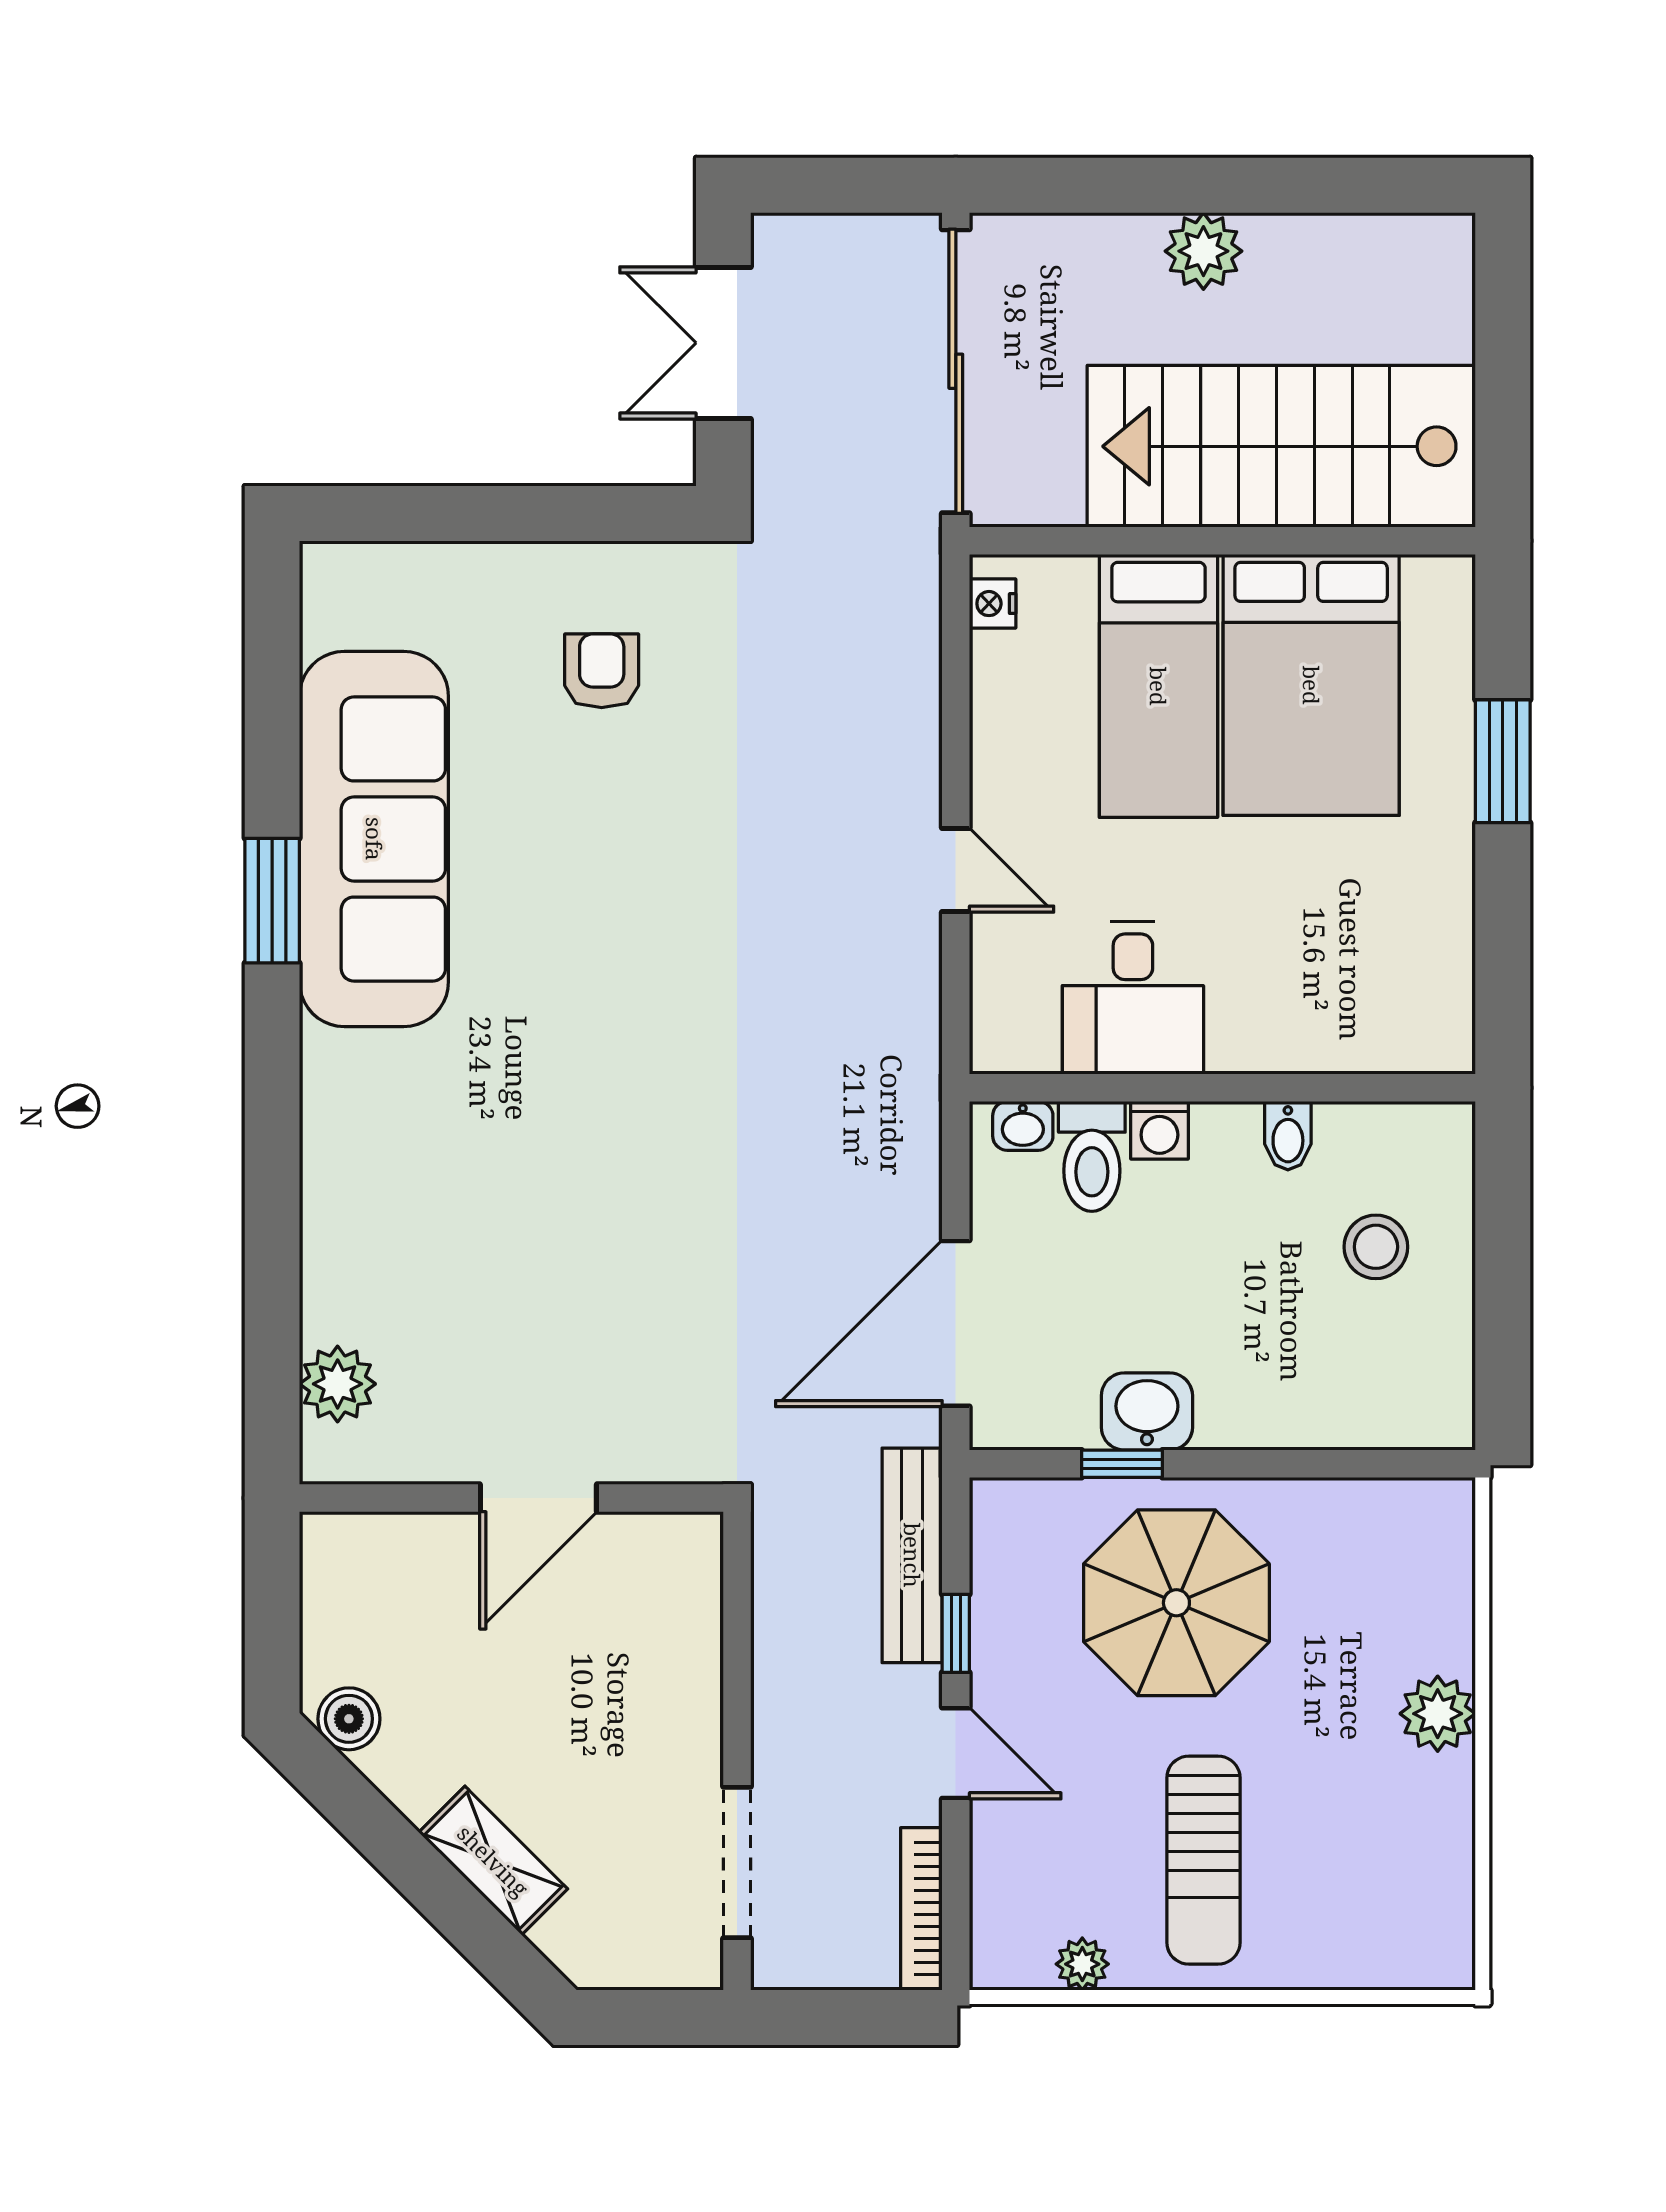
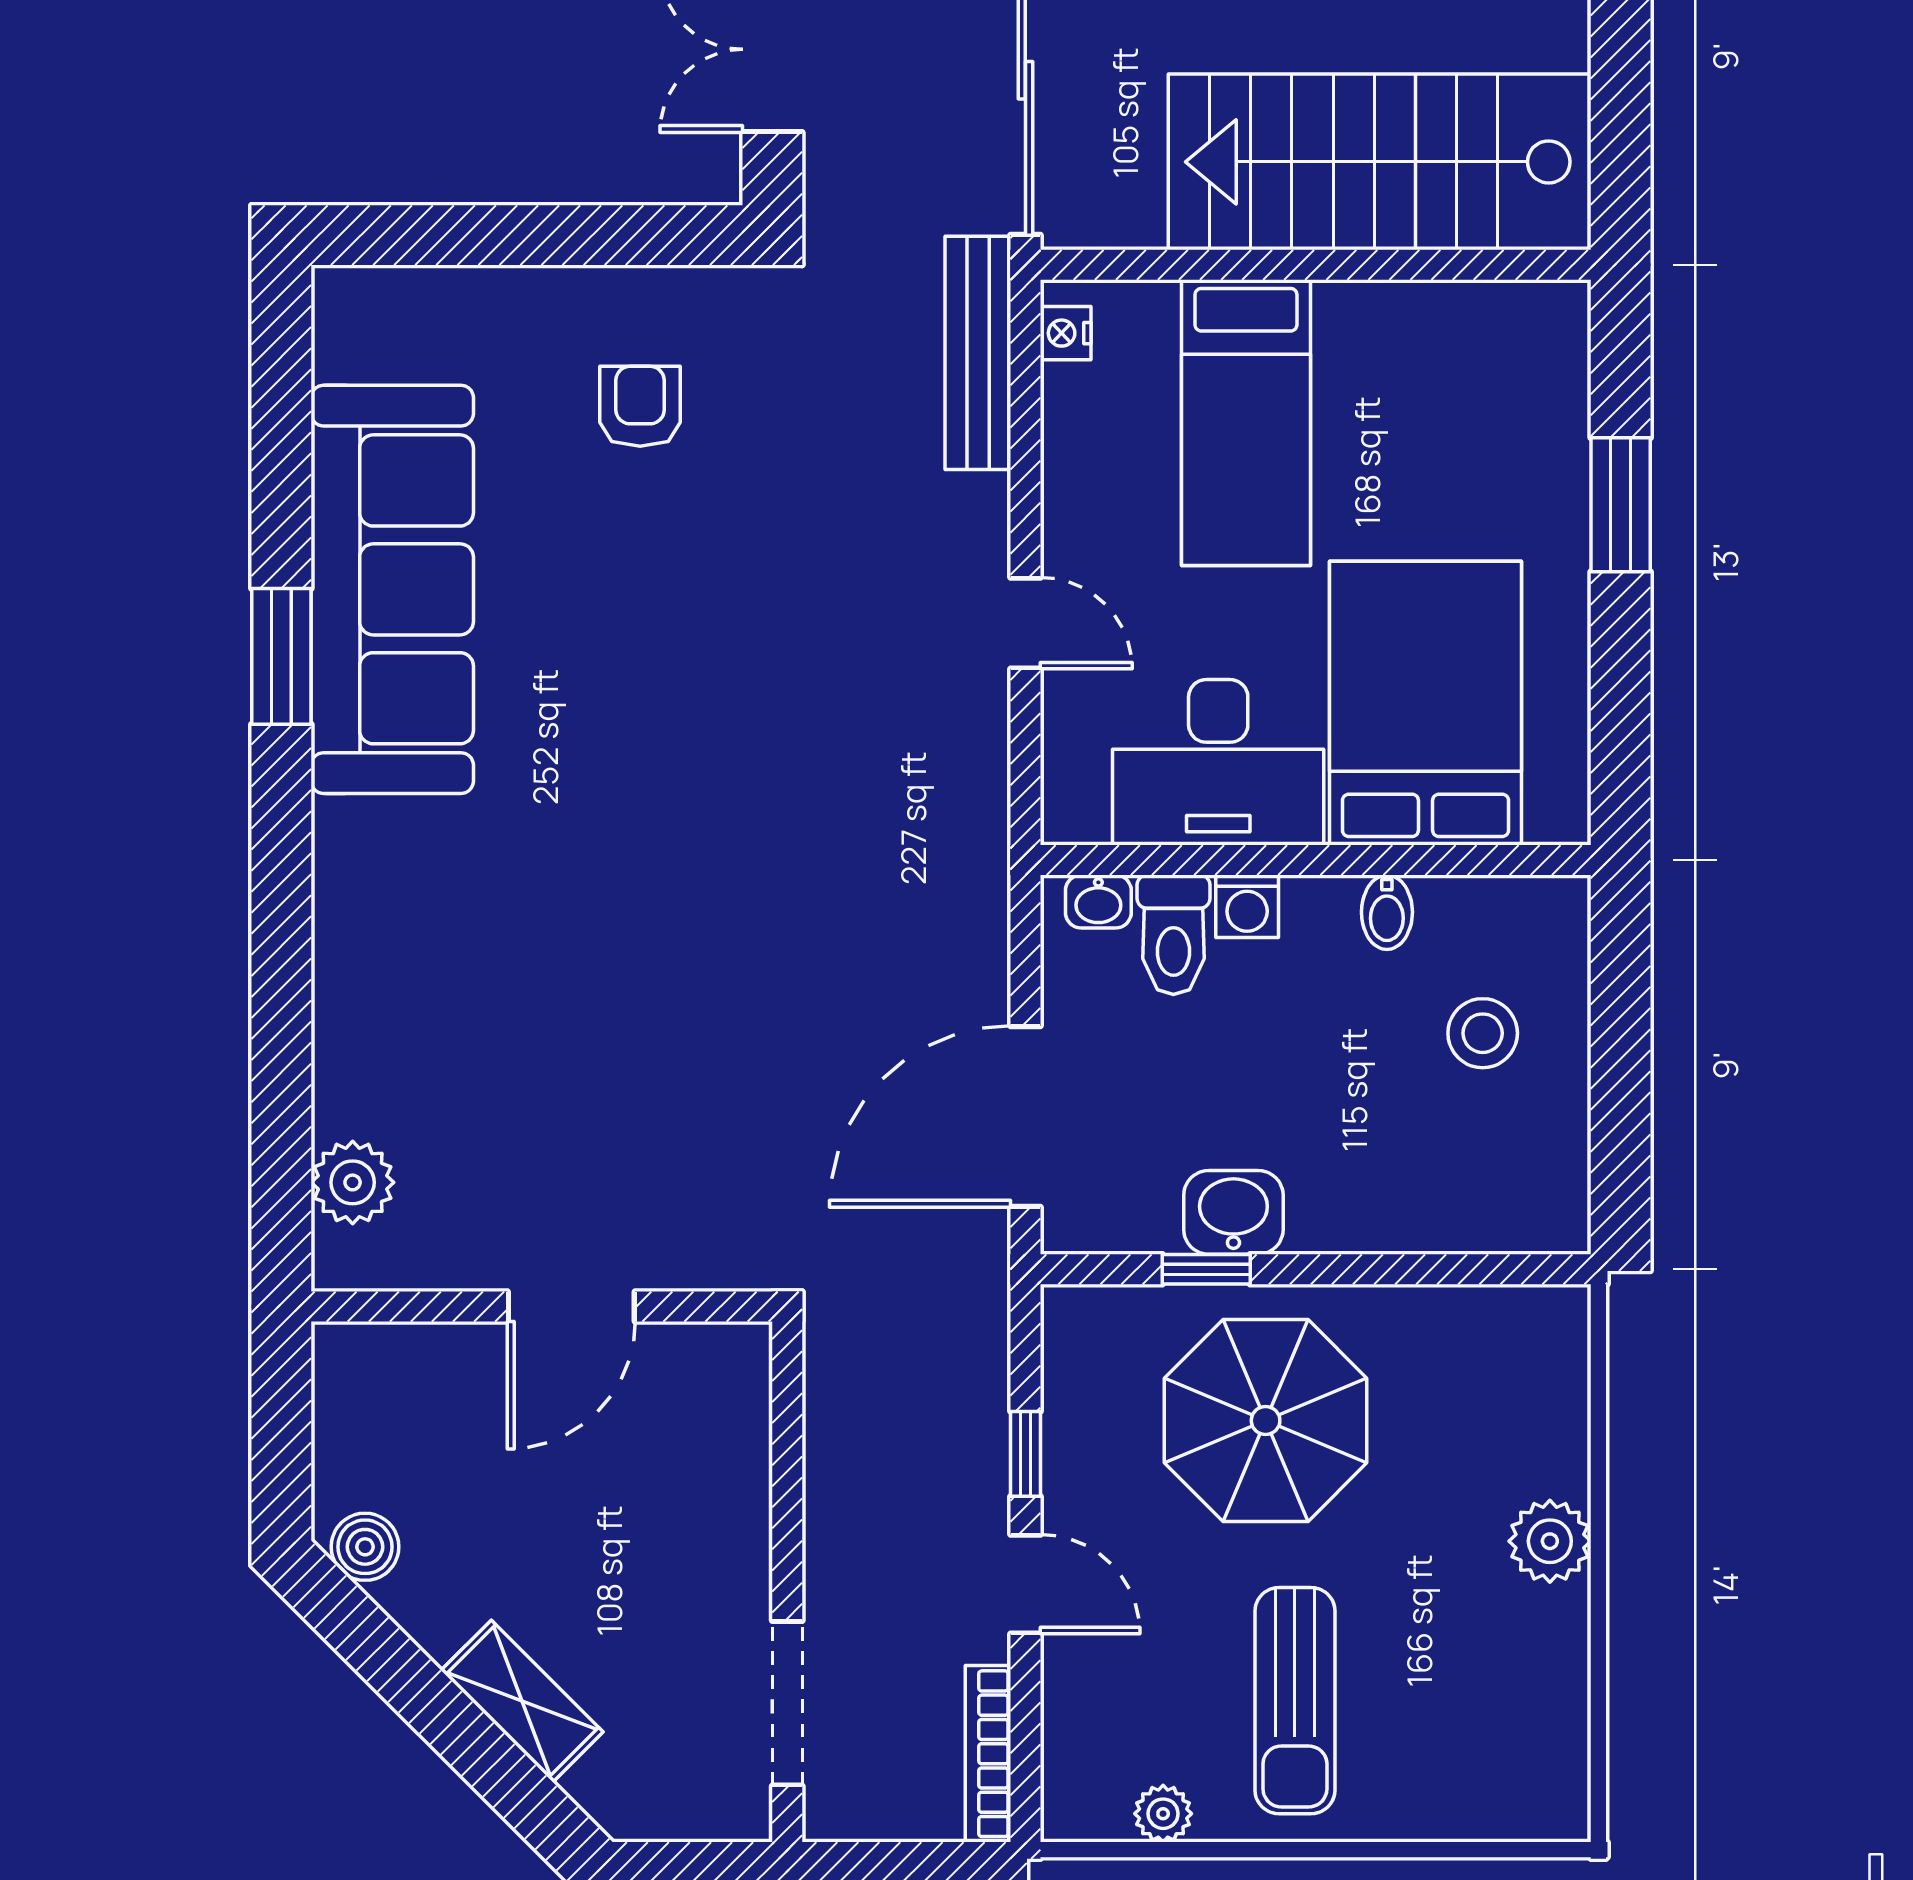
bed: (1311, 685) -> (1425, 703), moved, turned 180
desk: (1133, 998) -> (1218, 762), width x1.37
bench: (912, 1555) -> (978, 353), moved

